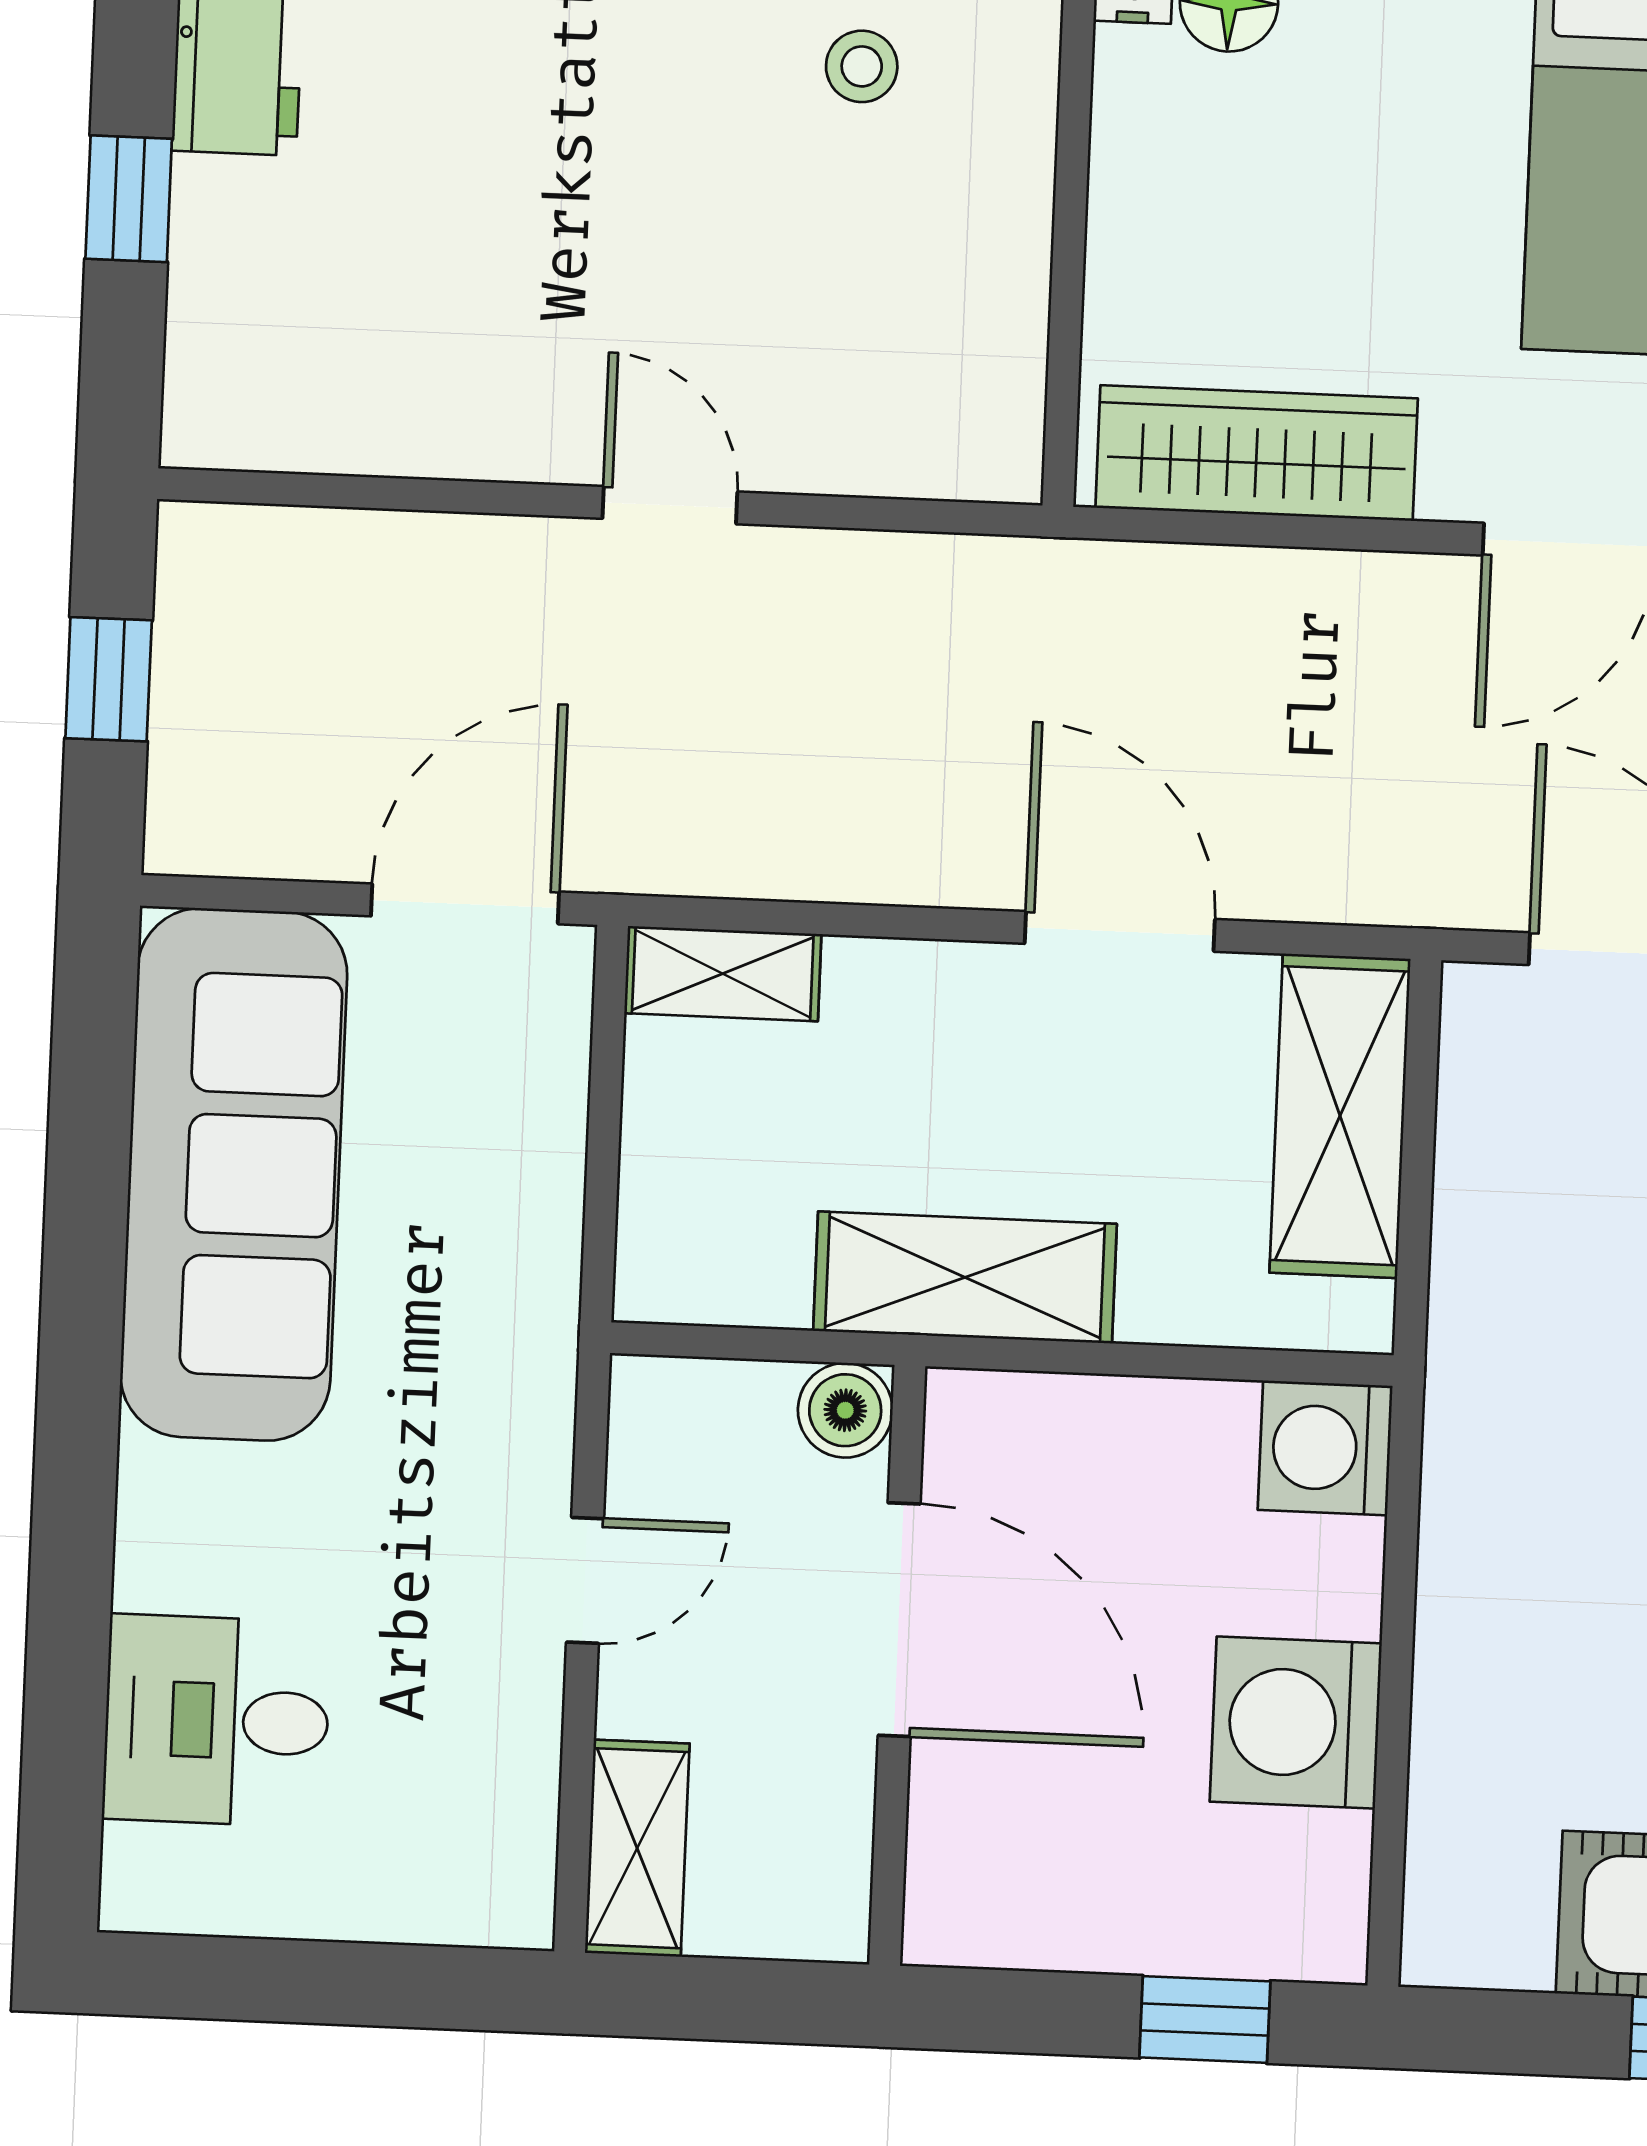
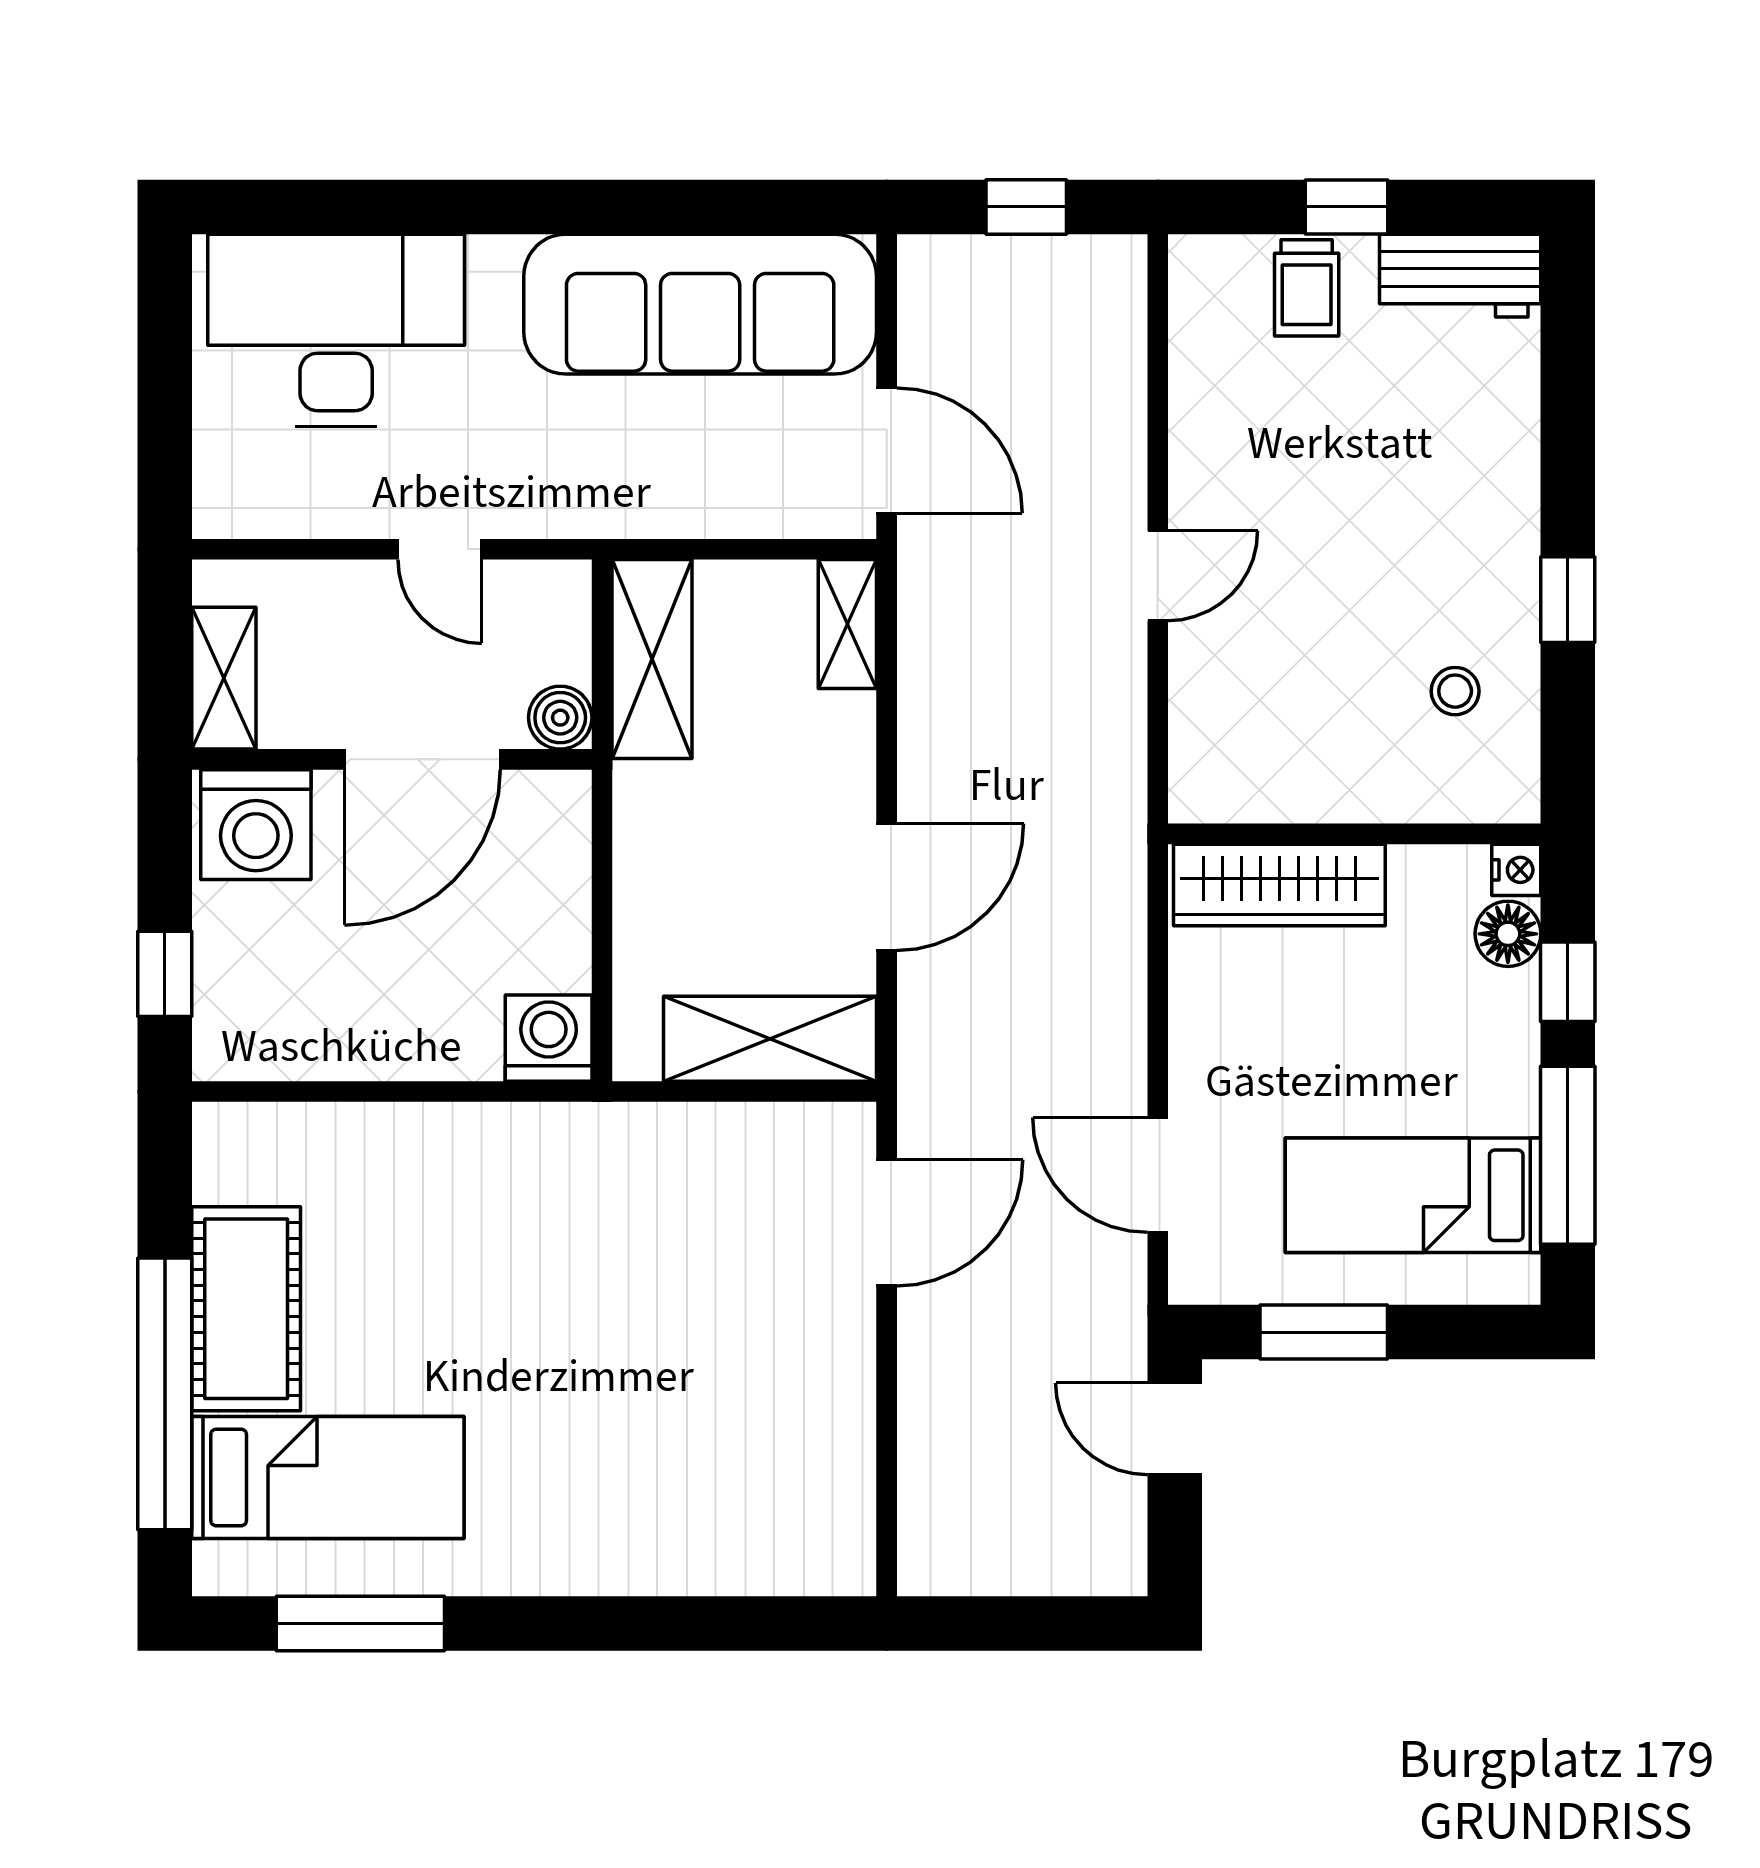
trolley: (248, 264) -> (1307, 288), added
wardrobe: (1257, 453) -> (1279, 885), moved, turned 90
shelving: (965, 1277) -> (652, 659), moved
desk: (217, 1721) -> (336, 330), width x1.87, depth x1.30
washing machine: (1296, 1723) -> (256, 825), moved, turned 180
shelving: (637, 1848) -> (224, 678), moved, turned 90

